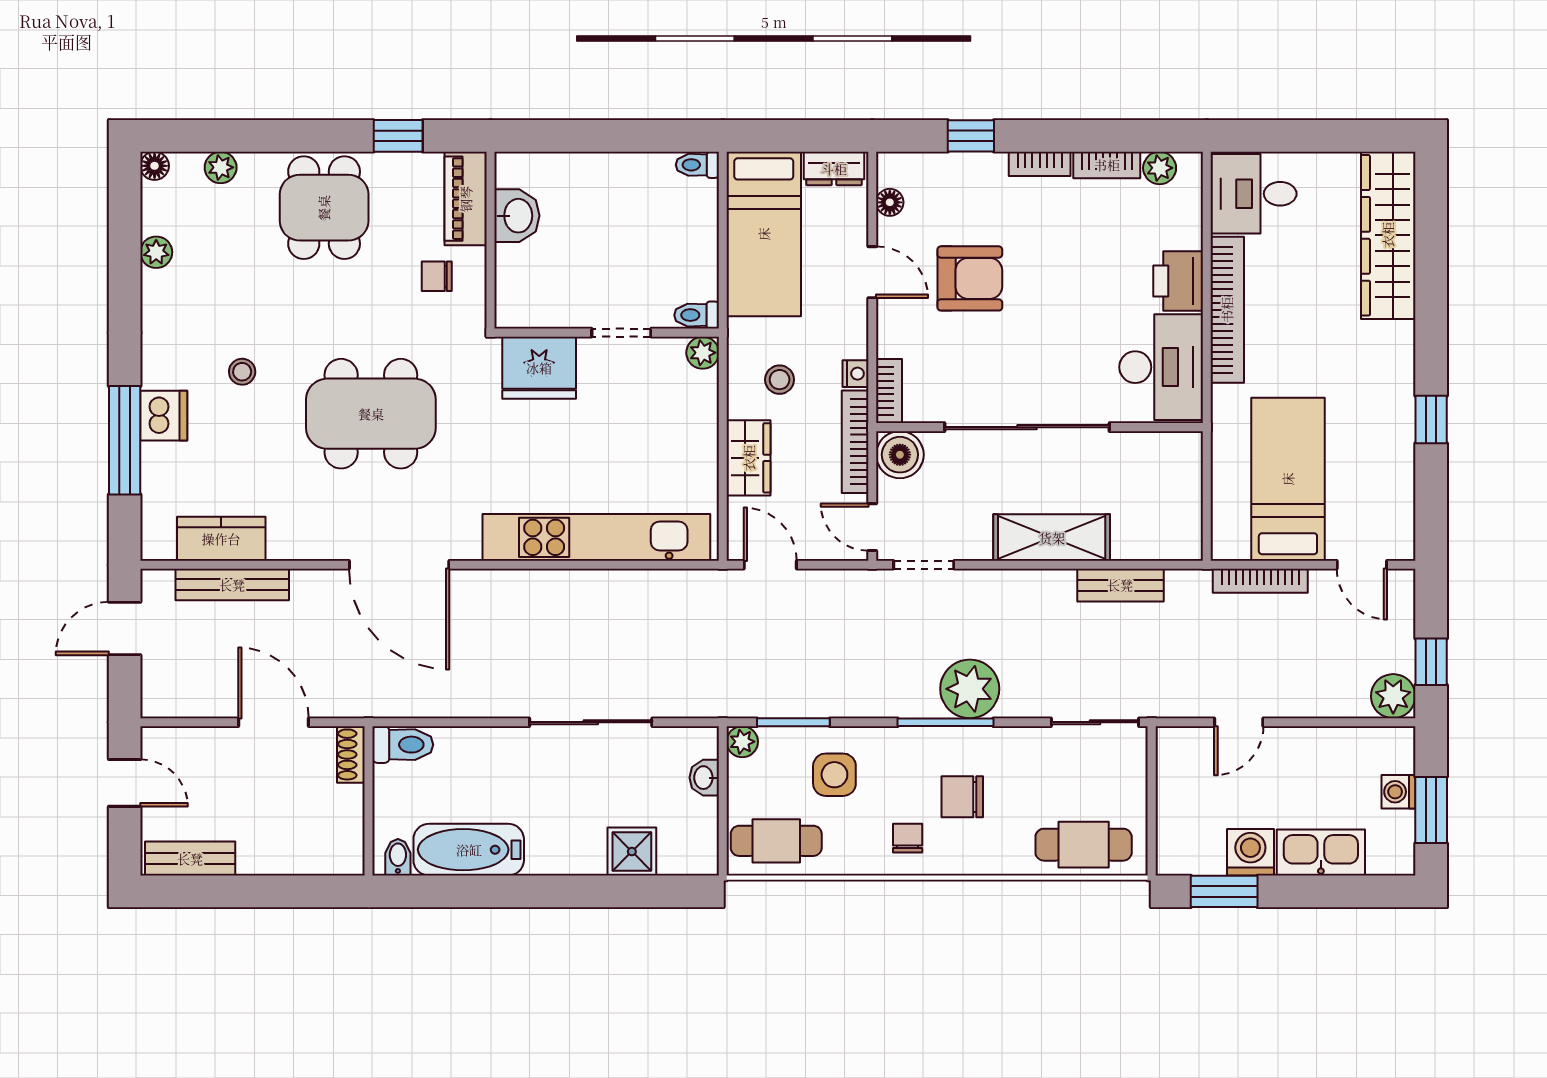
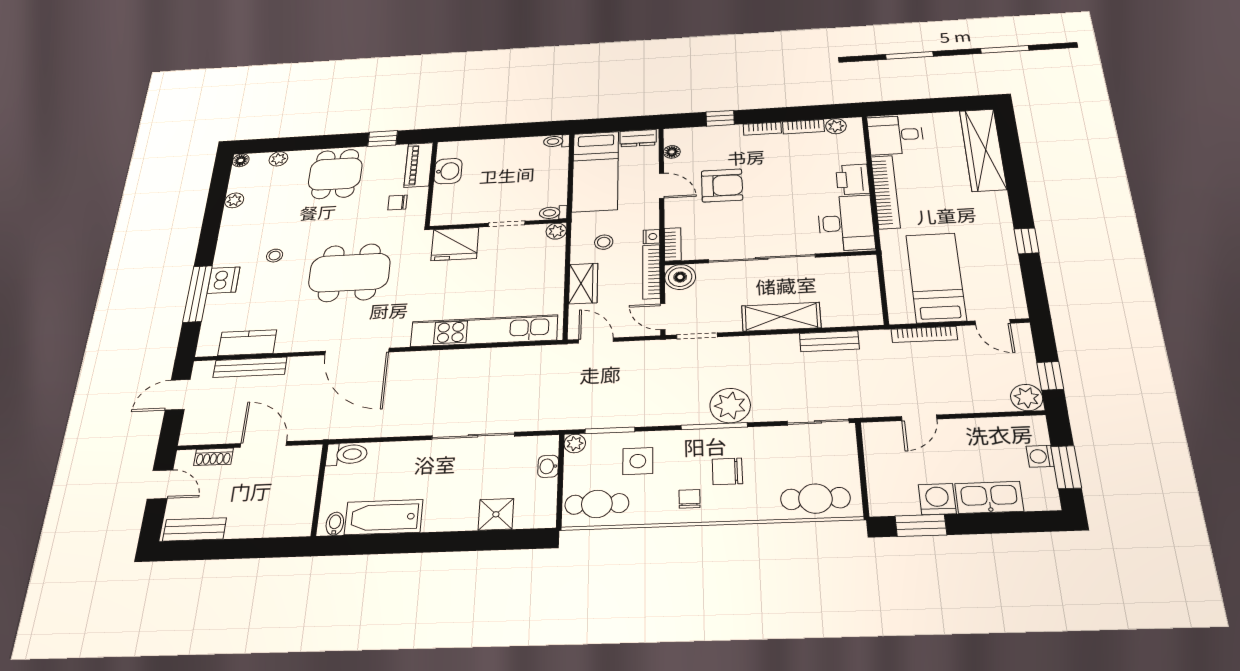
shoe rack: (351, 754) -> (214, 457), moved, turned -90

